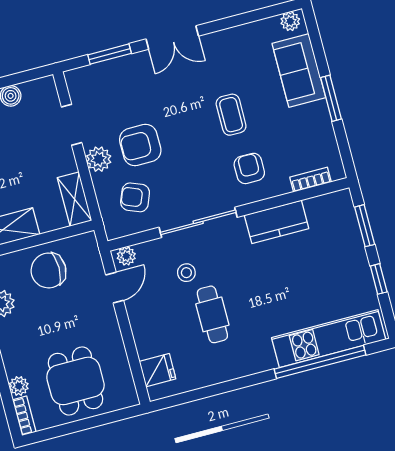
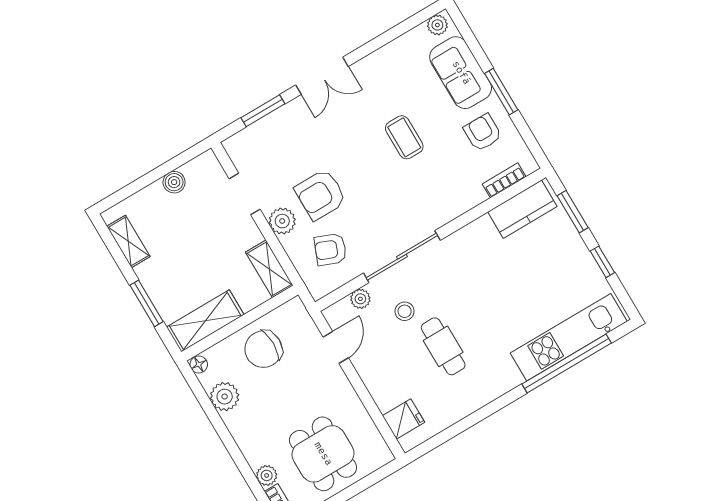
armchair: (249, 168) -> (483, 133), moved
kitchen counter: (277, 222) -> (522, 209), moved
plant: (126, 256) -> (360, 299), moved

